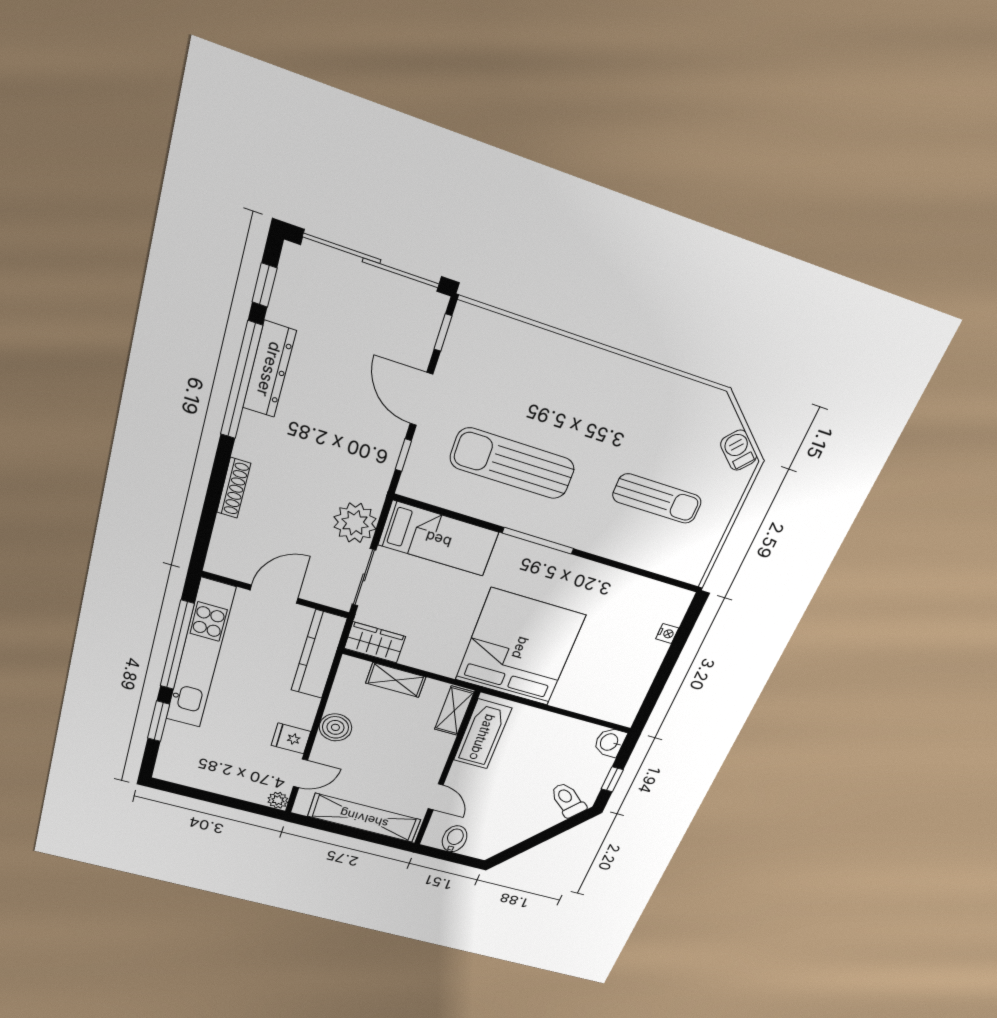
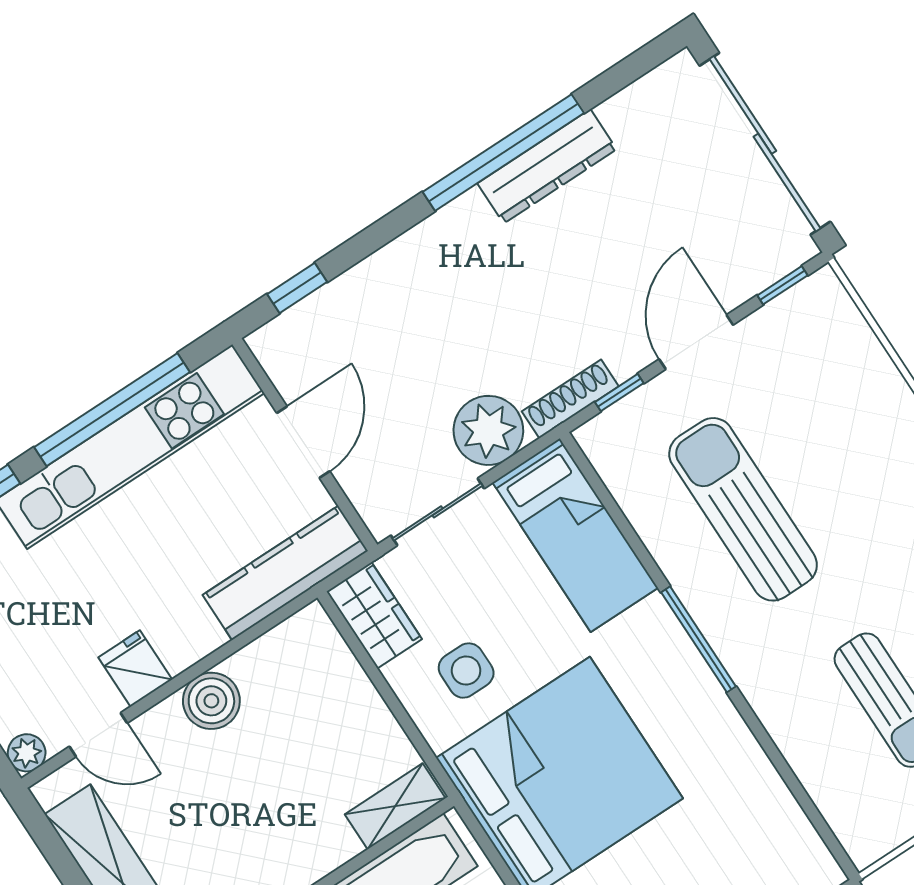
window: (264, 285) -> (297, 288), moved
shoe rack: (234, 488) -> (570, 399), moved, turned 180
door: (274, 594) -> (303, 442), hinge flipped
side table: (438, 635) -> (466, 671), added
shelving: (396, 680) -> (355, 694), removed

